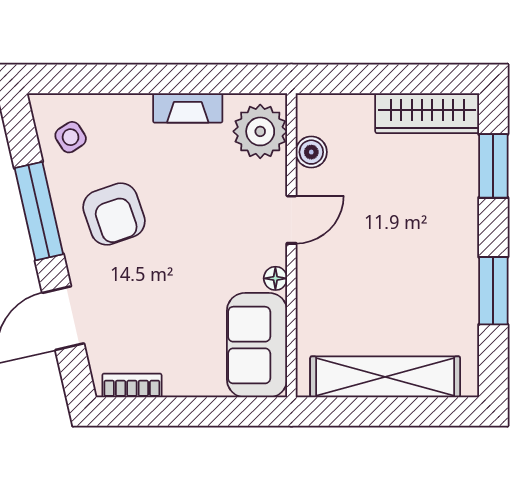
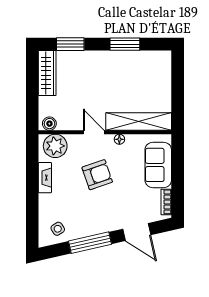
boiler: (311, 152) -> (49, 124), moved
armchair: (114, 214) -> (97, 175), moved
sofa: (257, 345) -> (158, 165), moved, turned 90
shelving: (385, 377) -> (139, 121), moved, turned 90

